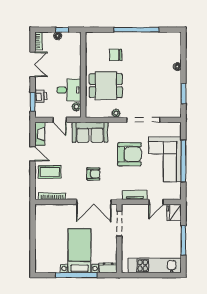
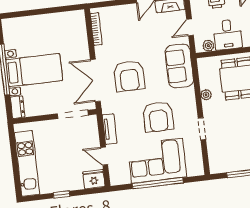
doorway: (143, 120) -> (202, 129), width x0.53
coffee table: (50, 172) -> (125, 23), removed
armchair: (93, 174) -> (129, 76), width x1.88, depth x1.88
window: (183, 240) -> (62, 195), width x0.46

